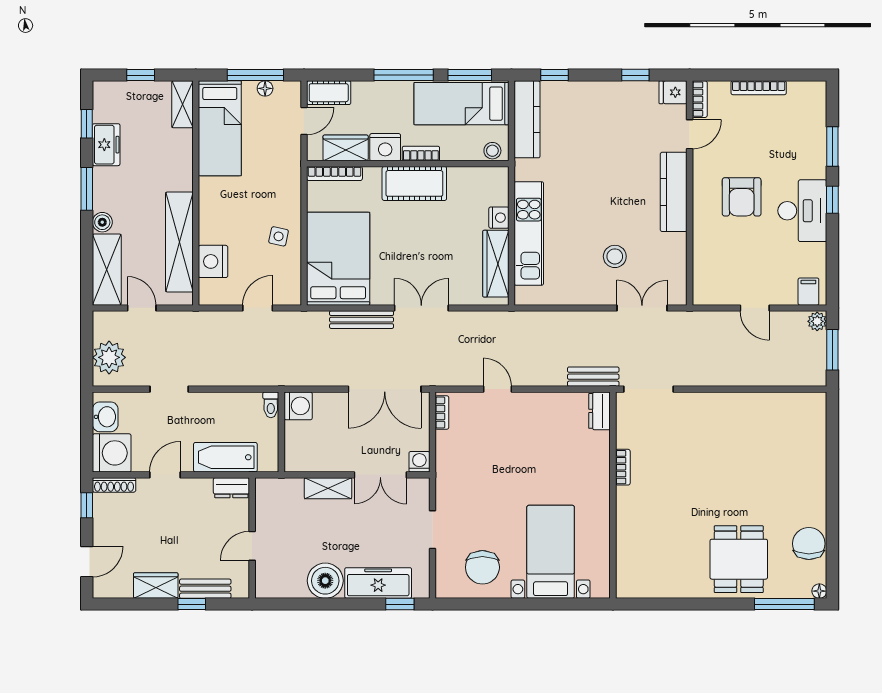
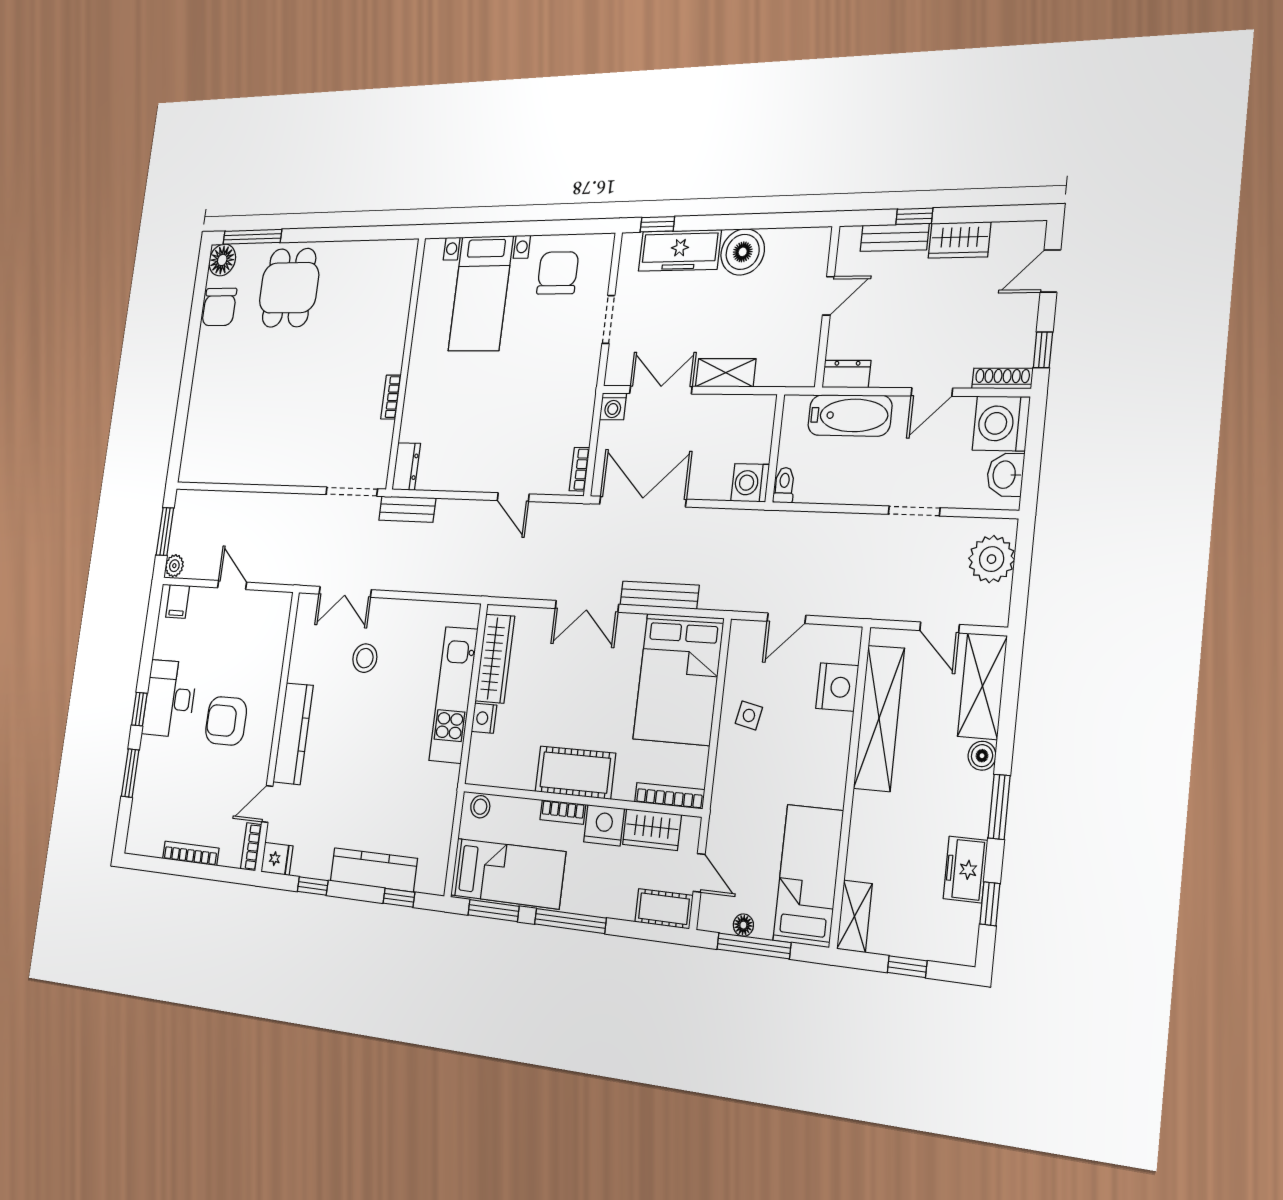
kitchen counter: (527, 119) -> (374, 870), moved, turned 90
door: (304, 121) -> (699, 873), swing flipped
armchair: (742, 197) -> (226, 721), turned -90
floor lamp: (819, 591) -> (222, 260), width x1.89, depth x1.89

